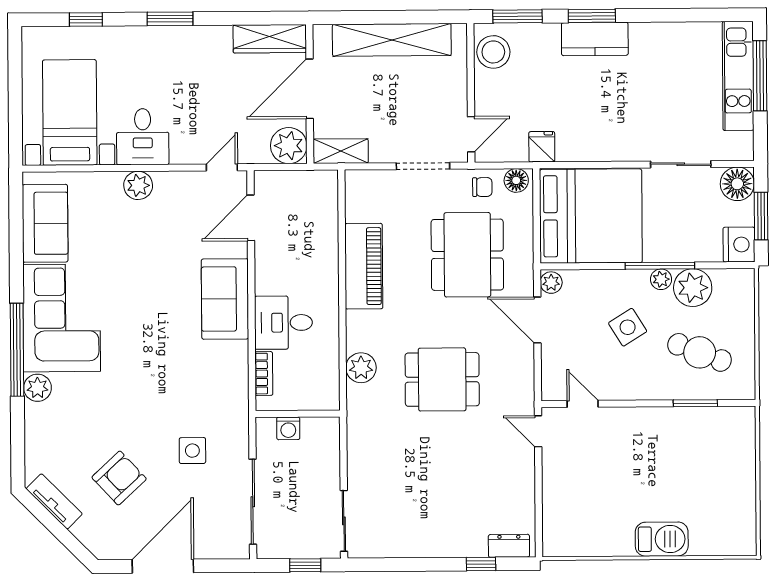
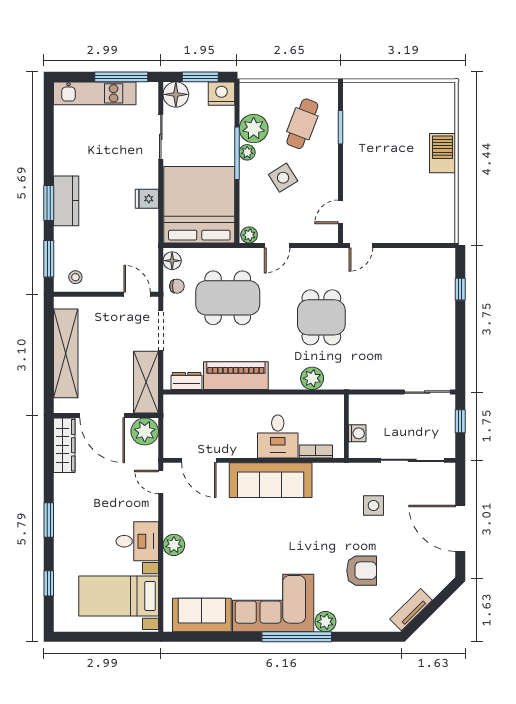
stool: (493, 52) -> (75, 277), width x0.53, depth x0.53
window: (760, 76) -> (121, 77), moved
fridge: (542, 147) -> (147, 199), moved
shelving: (341, 151) -> (146, 382), width x1.50, depth x1.33
chair: (482, 187) -> (177, 286), turned 90
sofa: (225, 299) -> (271, 480), width x1.36
door: (537, 320) -> (277, 245), width x0.73
armchair: (119, 478) -> (362, 571), moved, turned 133
dresser: (509, 546) -> (187, 381), moved, turned 90

